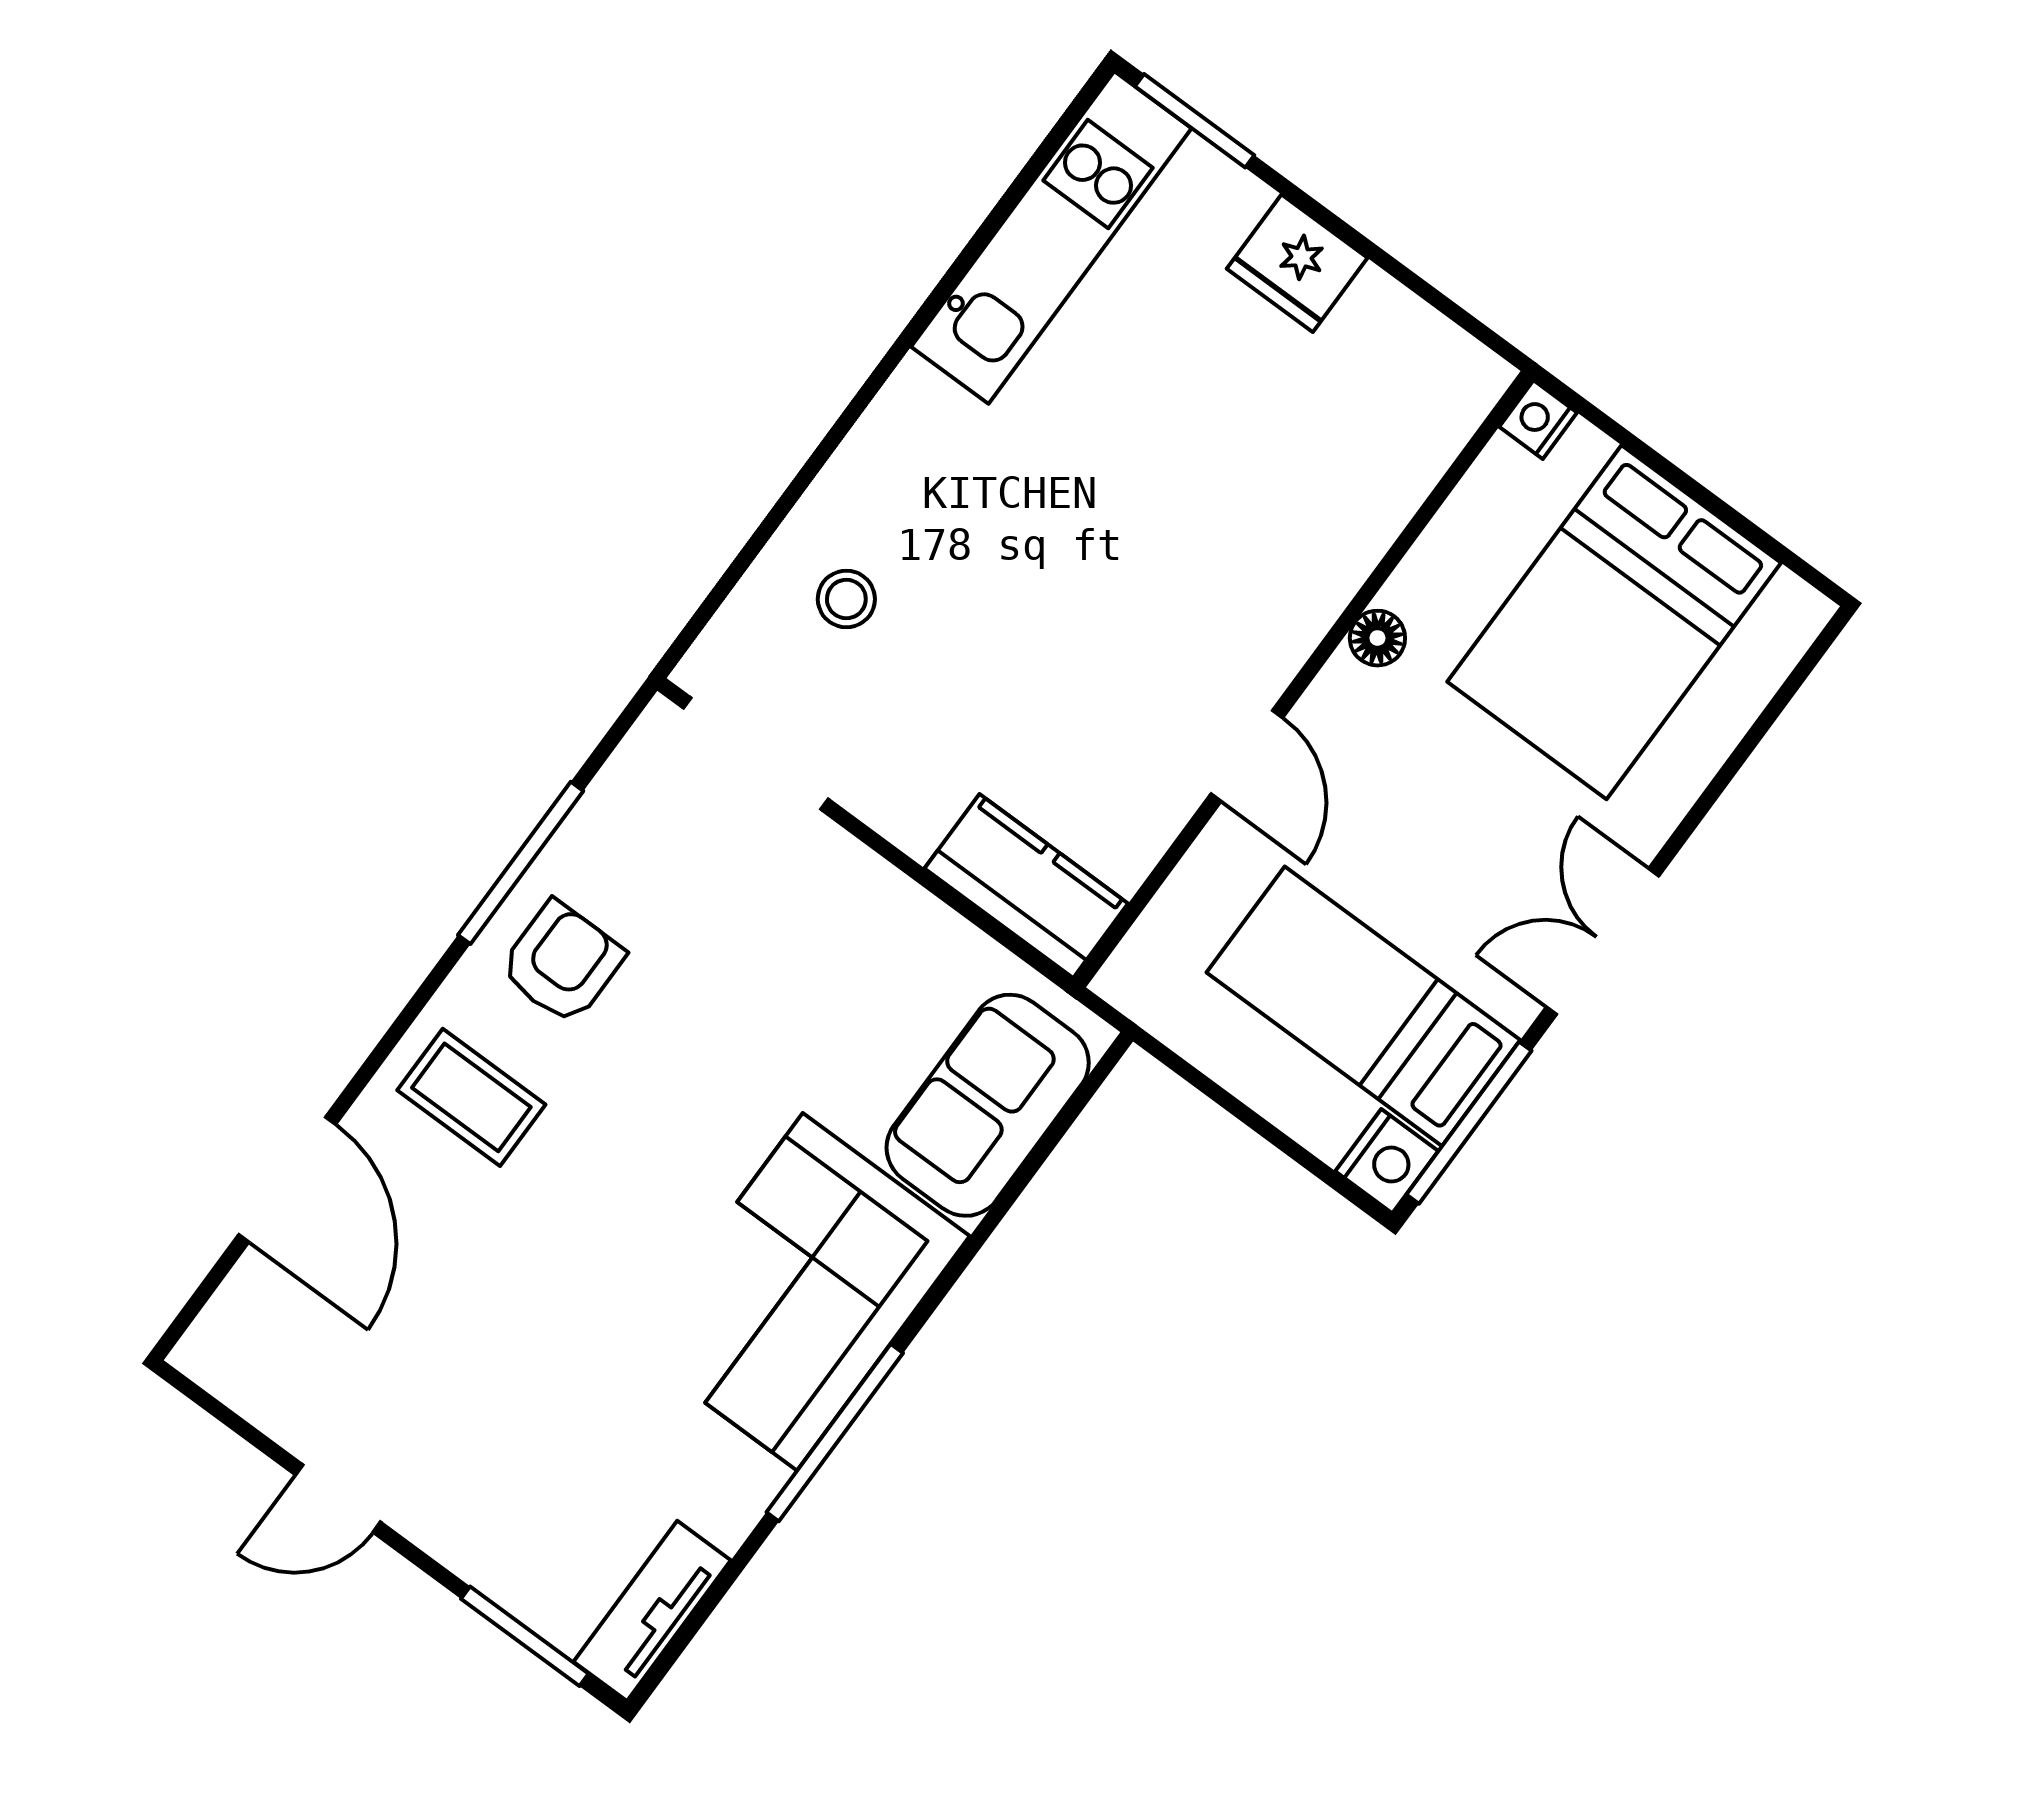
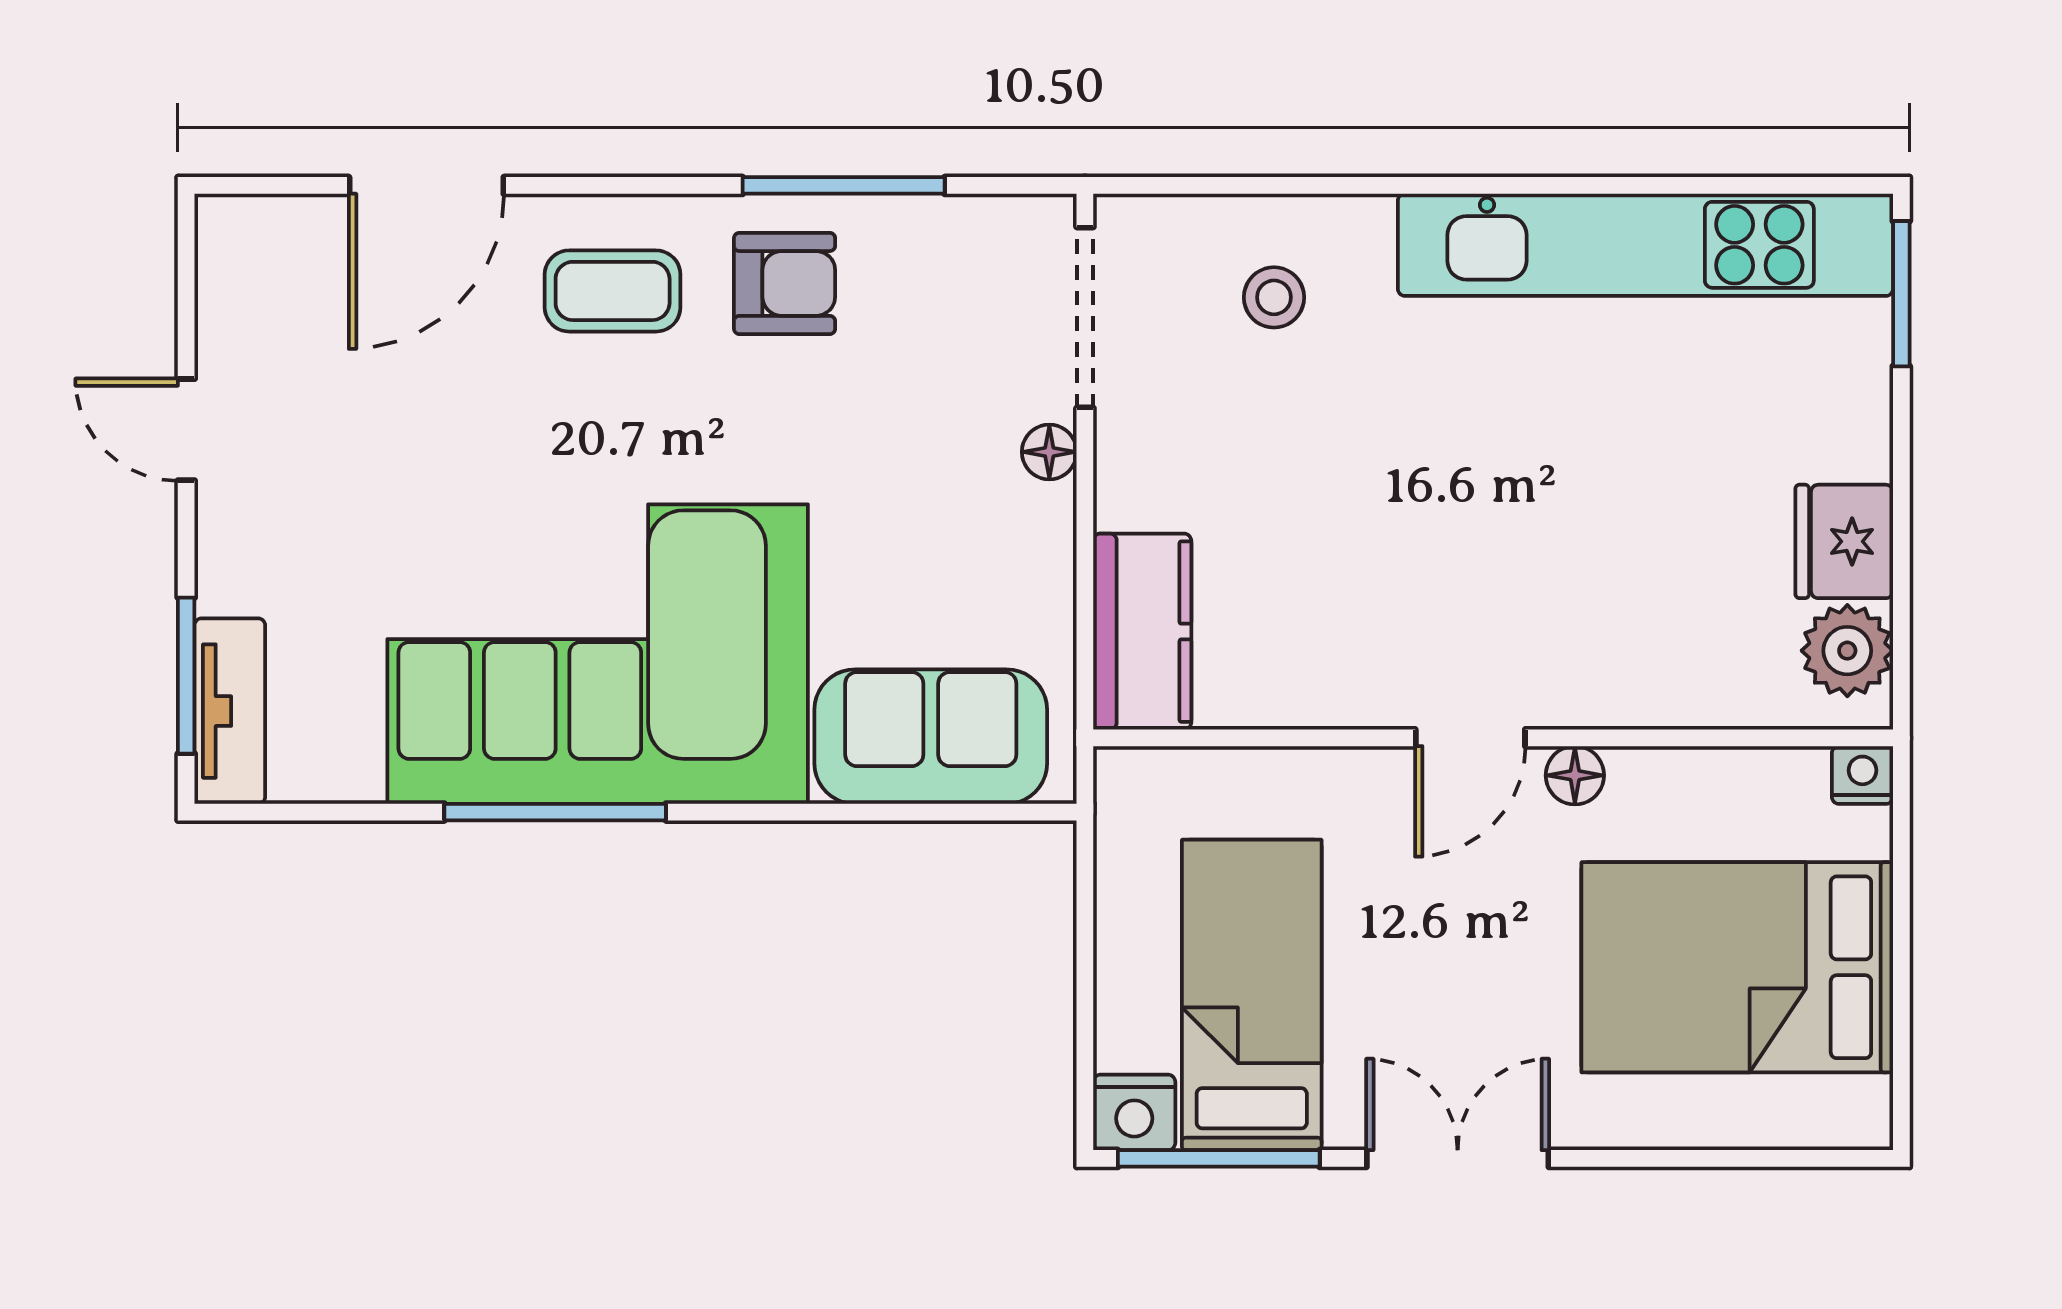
kitchen unit: (1051, 238) -> (1645, 245), width x1.36
fridge: (1297, 263) -> (1844, 541), moved
plant: (1435, 362) -> (1847, 651), added
door: (1247, 756) -> (1470, 738), moved
floor lamp: (838, 856) -> (1049, 452), added
coffee table: (471, 1097) -> (613, 291), turned 90
corner sofa: (800, 1292) -> (598, 654), width x1.36, depth x1.36
tv unit: (652, 1611) -> (230, 711), moved, turned 90

